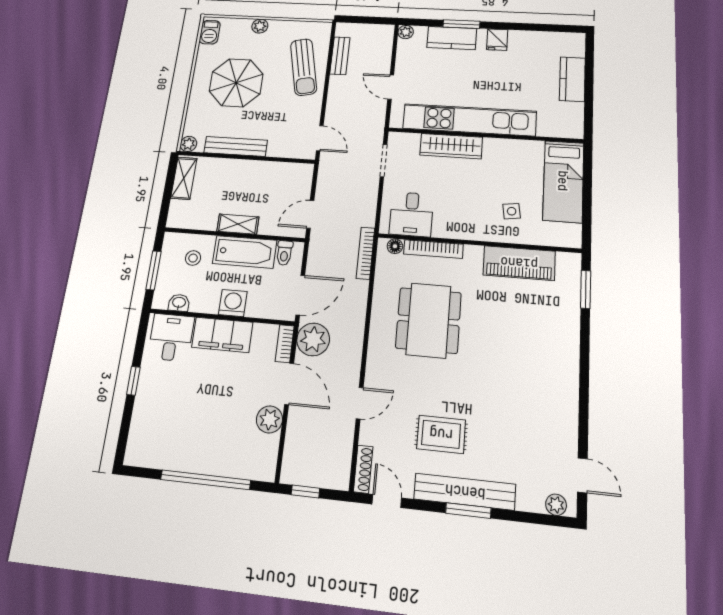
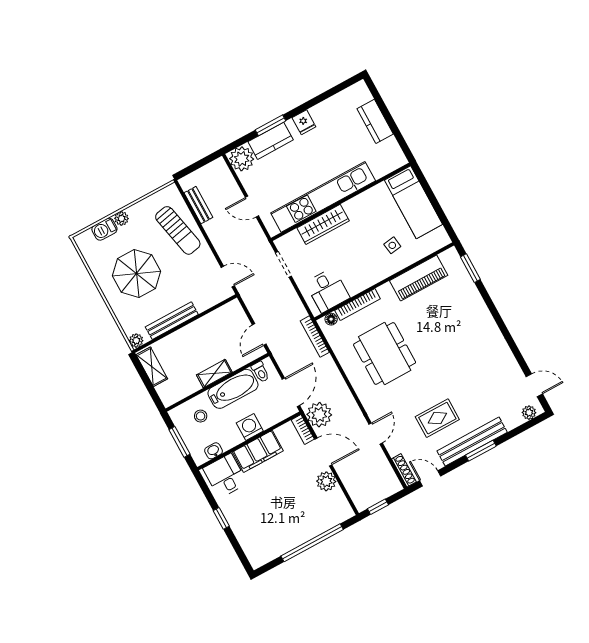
barbecue: (210, 32) -> (104, 229), moved, turned 90
plant: (406, 32) -> (242, 159), width x1.87, depth x1.87

